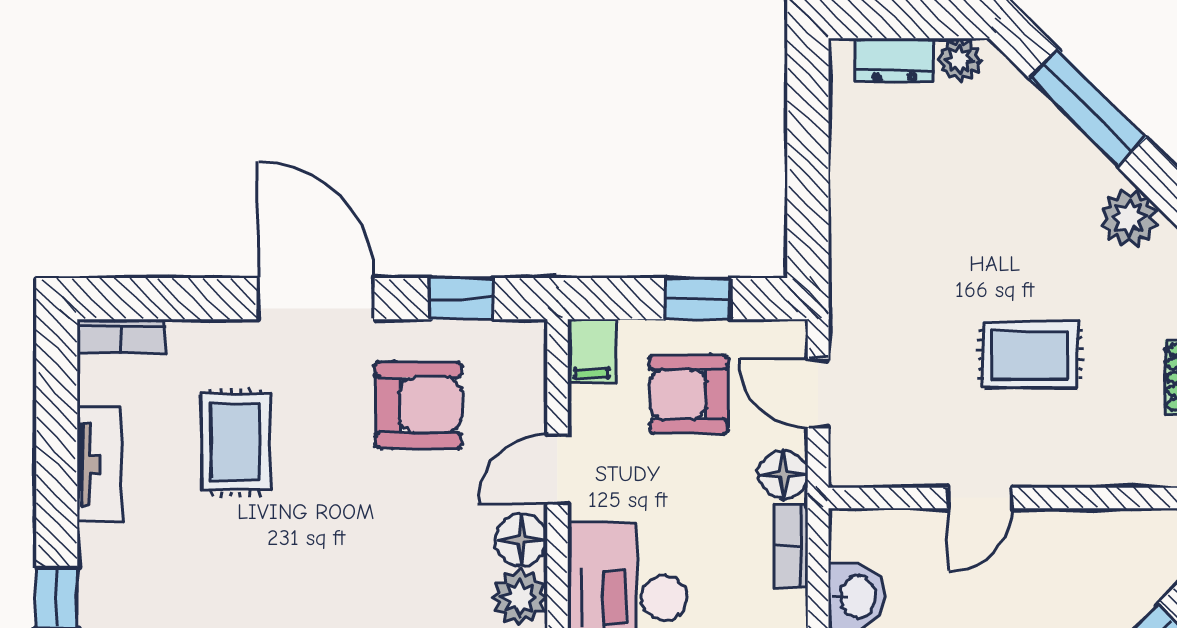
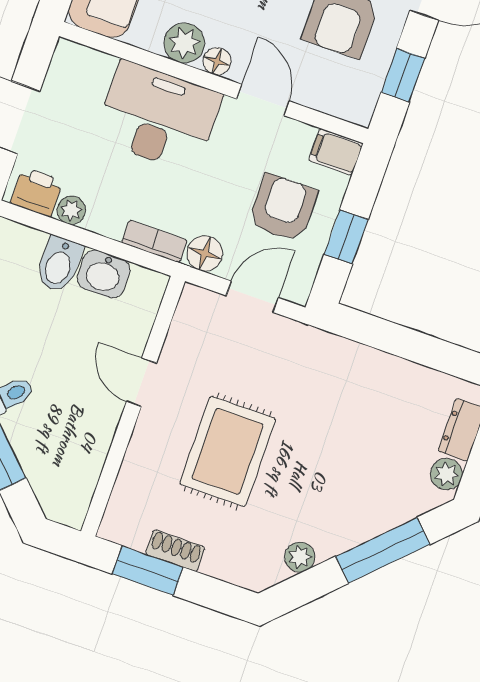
plant: (1129, 218) -> (300, 557), width x0.73, depth x0.73
rug: (1030, 355) -> (228, 451), width x1.36, depth x1.43
floor lamp: (521, 540) -> (217, 61), width x0.73, depth x0.73

